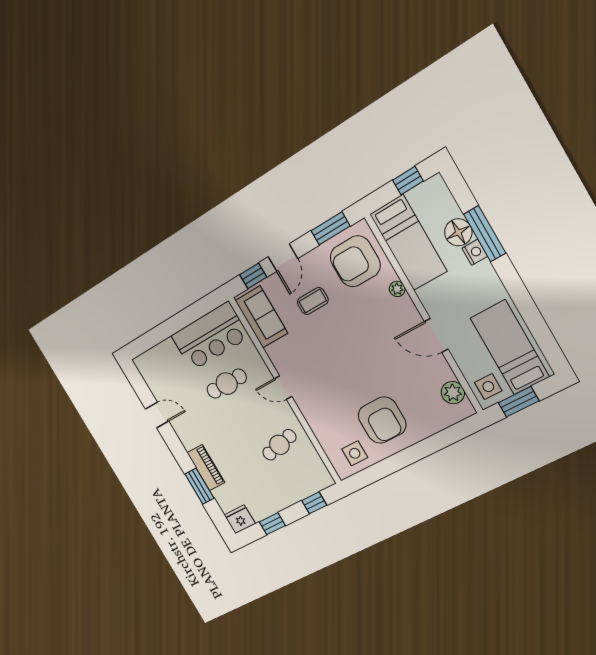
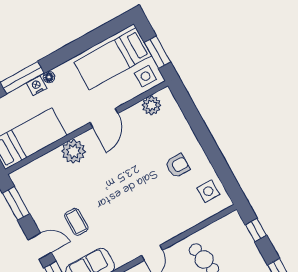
floor lamp: (458, 232) -> (49, 77), moved, width x0.53, depth x0.53
armchair: (355, 261) -> (43, 184), removed
plant: (397, 289) -> (74, 151), width x1.88, depth x1.88
armchair: (382, 420) -> (178, 166), width x0.53, depth x0.53

